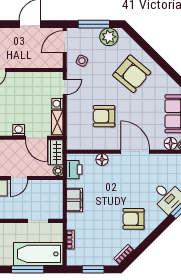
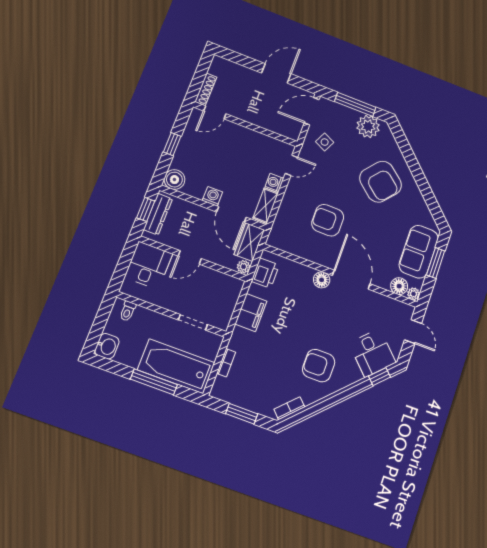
floor lamp: (102, 160) -> (322, 280), moved

